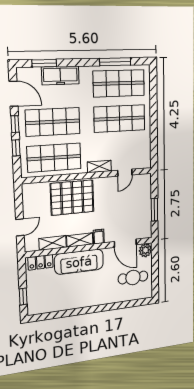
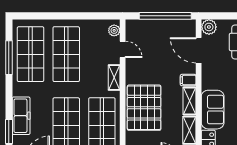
plant: (141, 163) -> (114, 30), added
window: (154, 210) -> (165, 16), width x2.11
door: (125, 243) -> (199, 50), swing flipped
sofa: (79, 262) -> (213, 110), width x0.73

